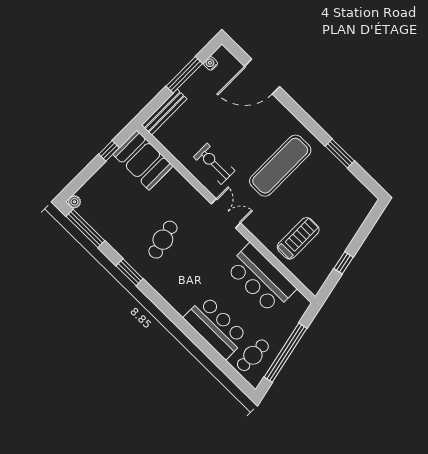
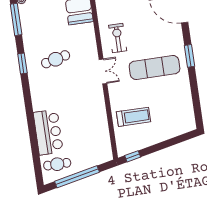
window: (340, 153) -> (189, 56), moved
window: (344, 263) -> (133, 156), moved
bar counter: (261, 278) -> (95, 124), removed

